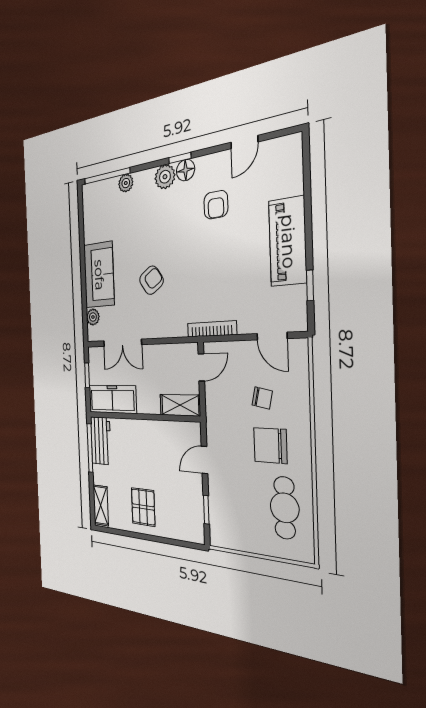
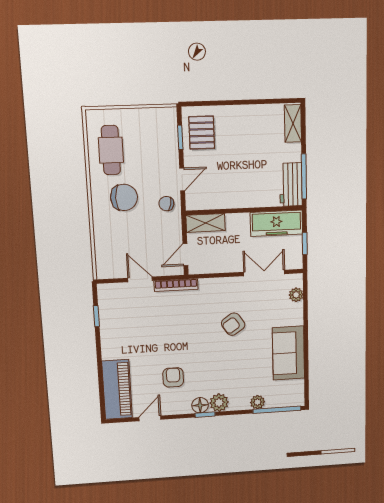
piano: (288, 241) -> (117, 389), moved
sofa: (99, 275) -> (288, 353), moved
door: (272, 336) -> (140, 279), moved
chair: (262, 398) -> (166, 204), moved
pallet: (143, 507) -> (202, 133), moved

